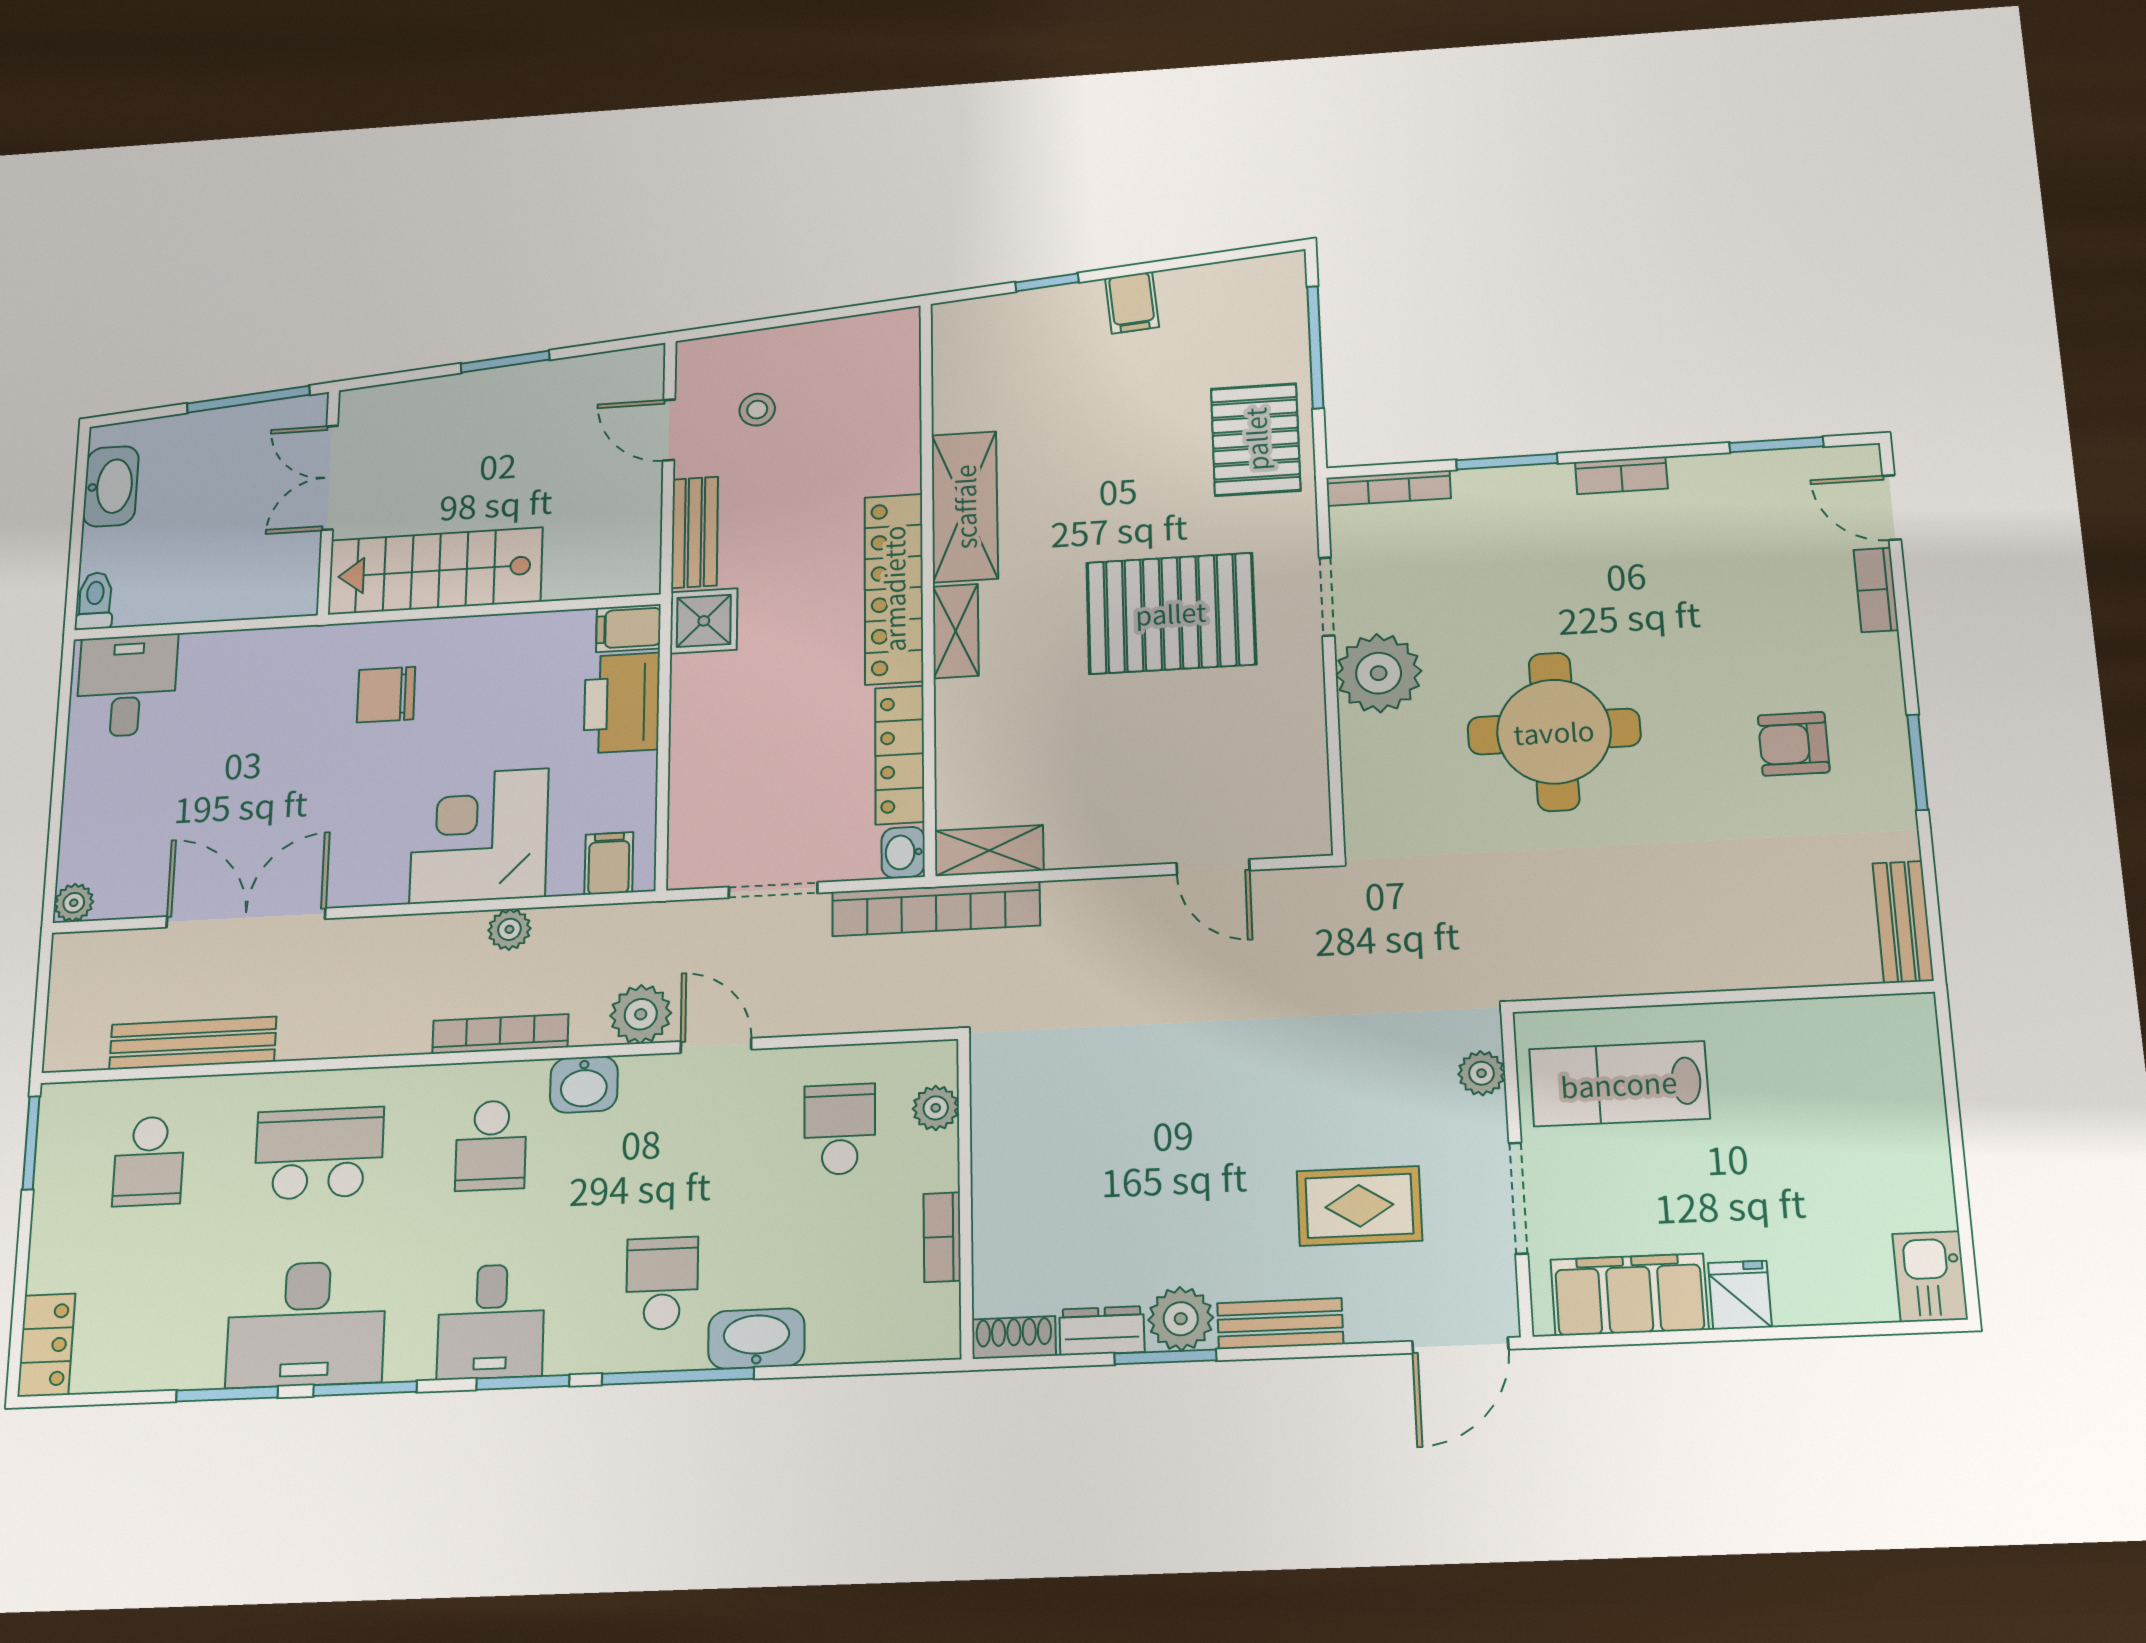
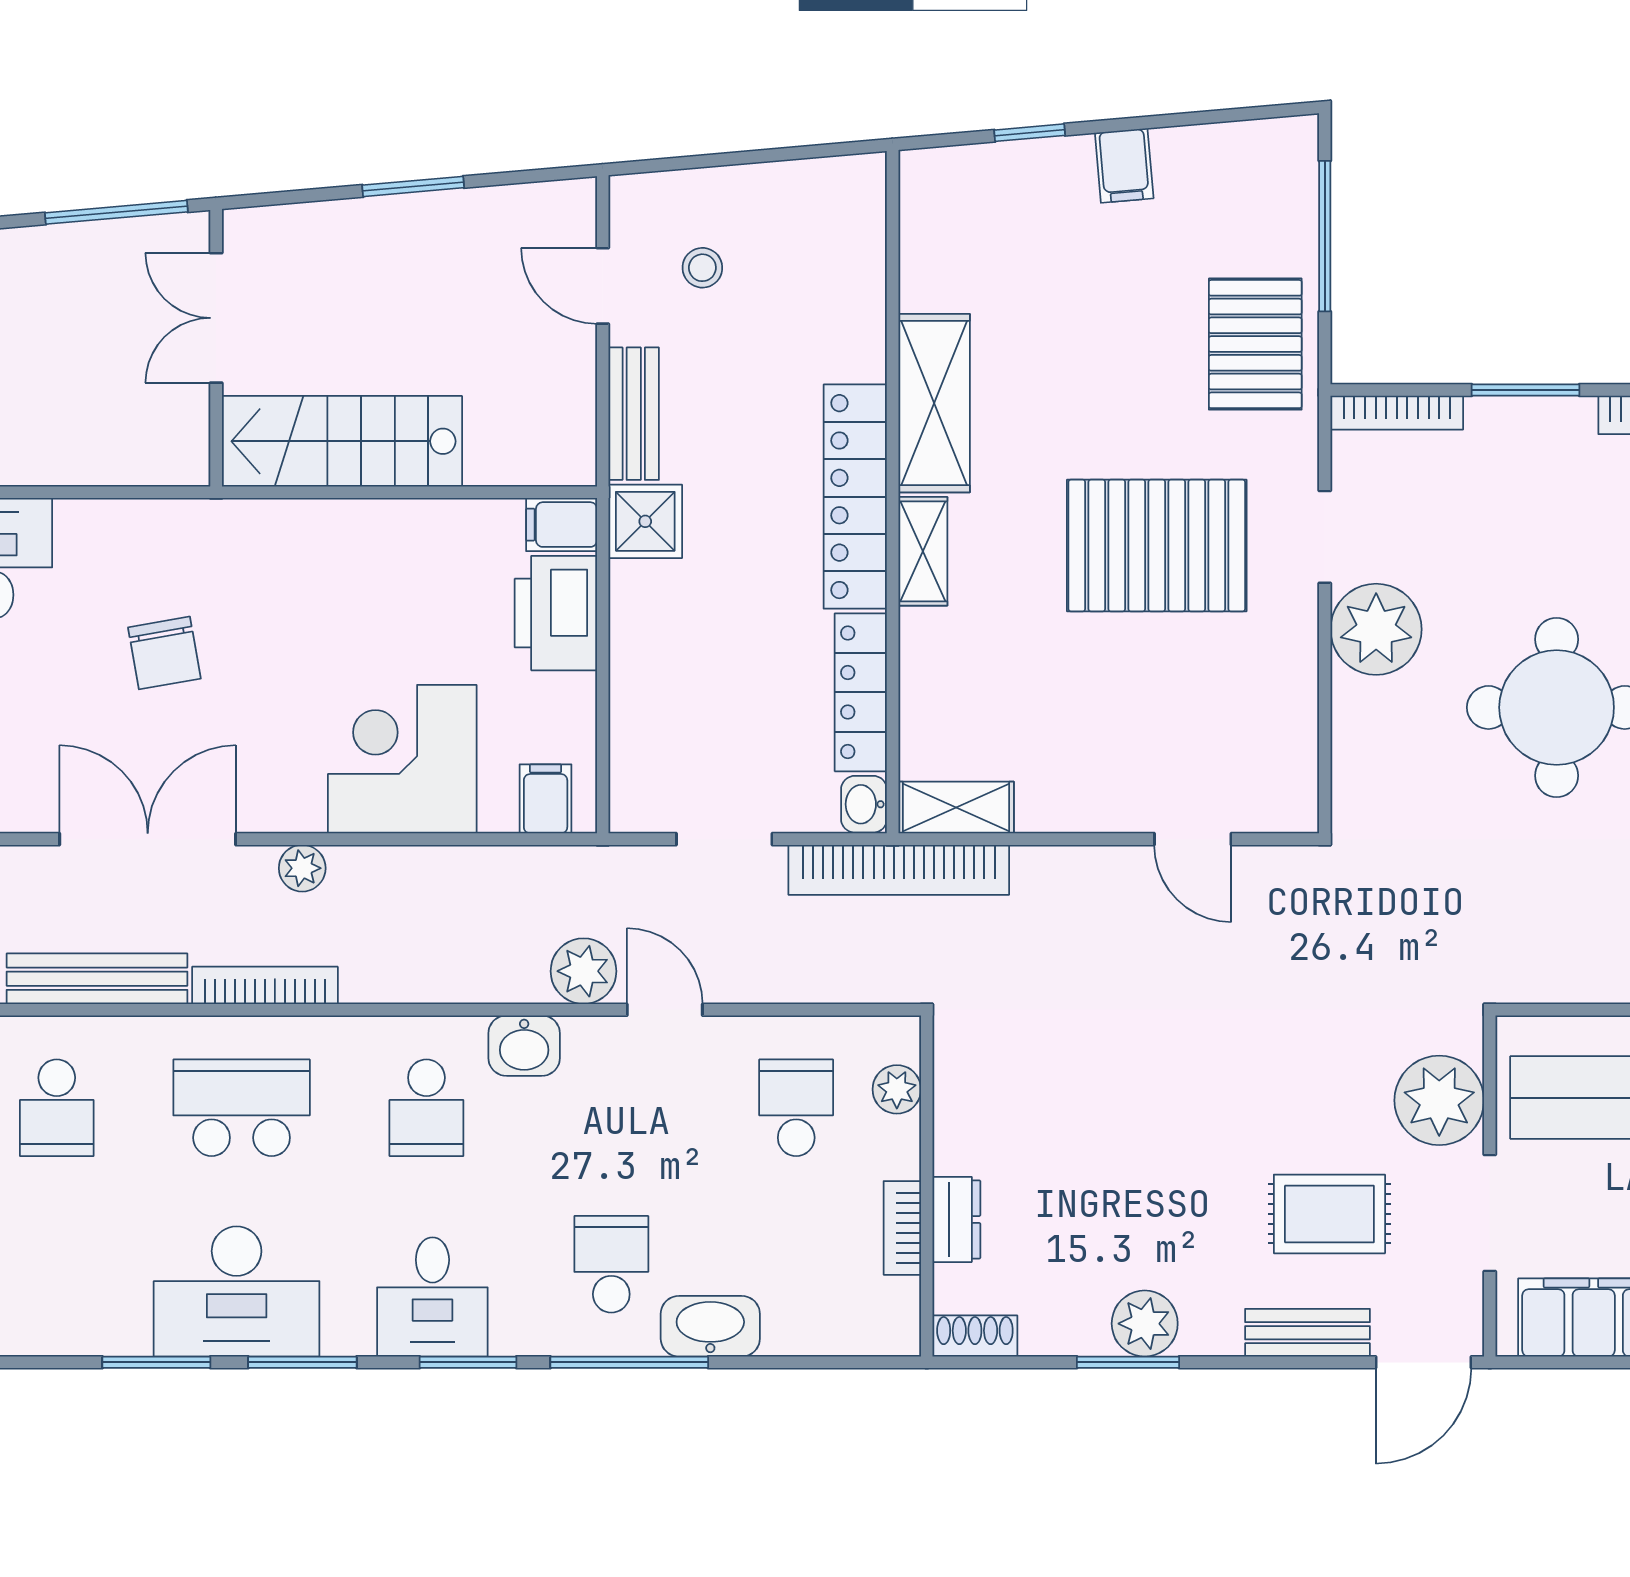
chair: (386, 695) -> (164, 653), moved, turned -100
plant: (509, 929) -> (302, 868), moved
bookcase: (500, 1034) -> (265, 985), moved
plant: (1481, 1073) -> (1439, 1100), width x1.87, depth x1.87
bench: (1280, 1324) -> (1307, 1333), moved
dresser: (1102, 1331) -> (956, 1219), moved, turned 90

